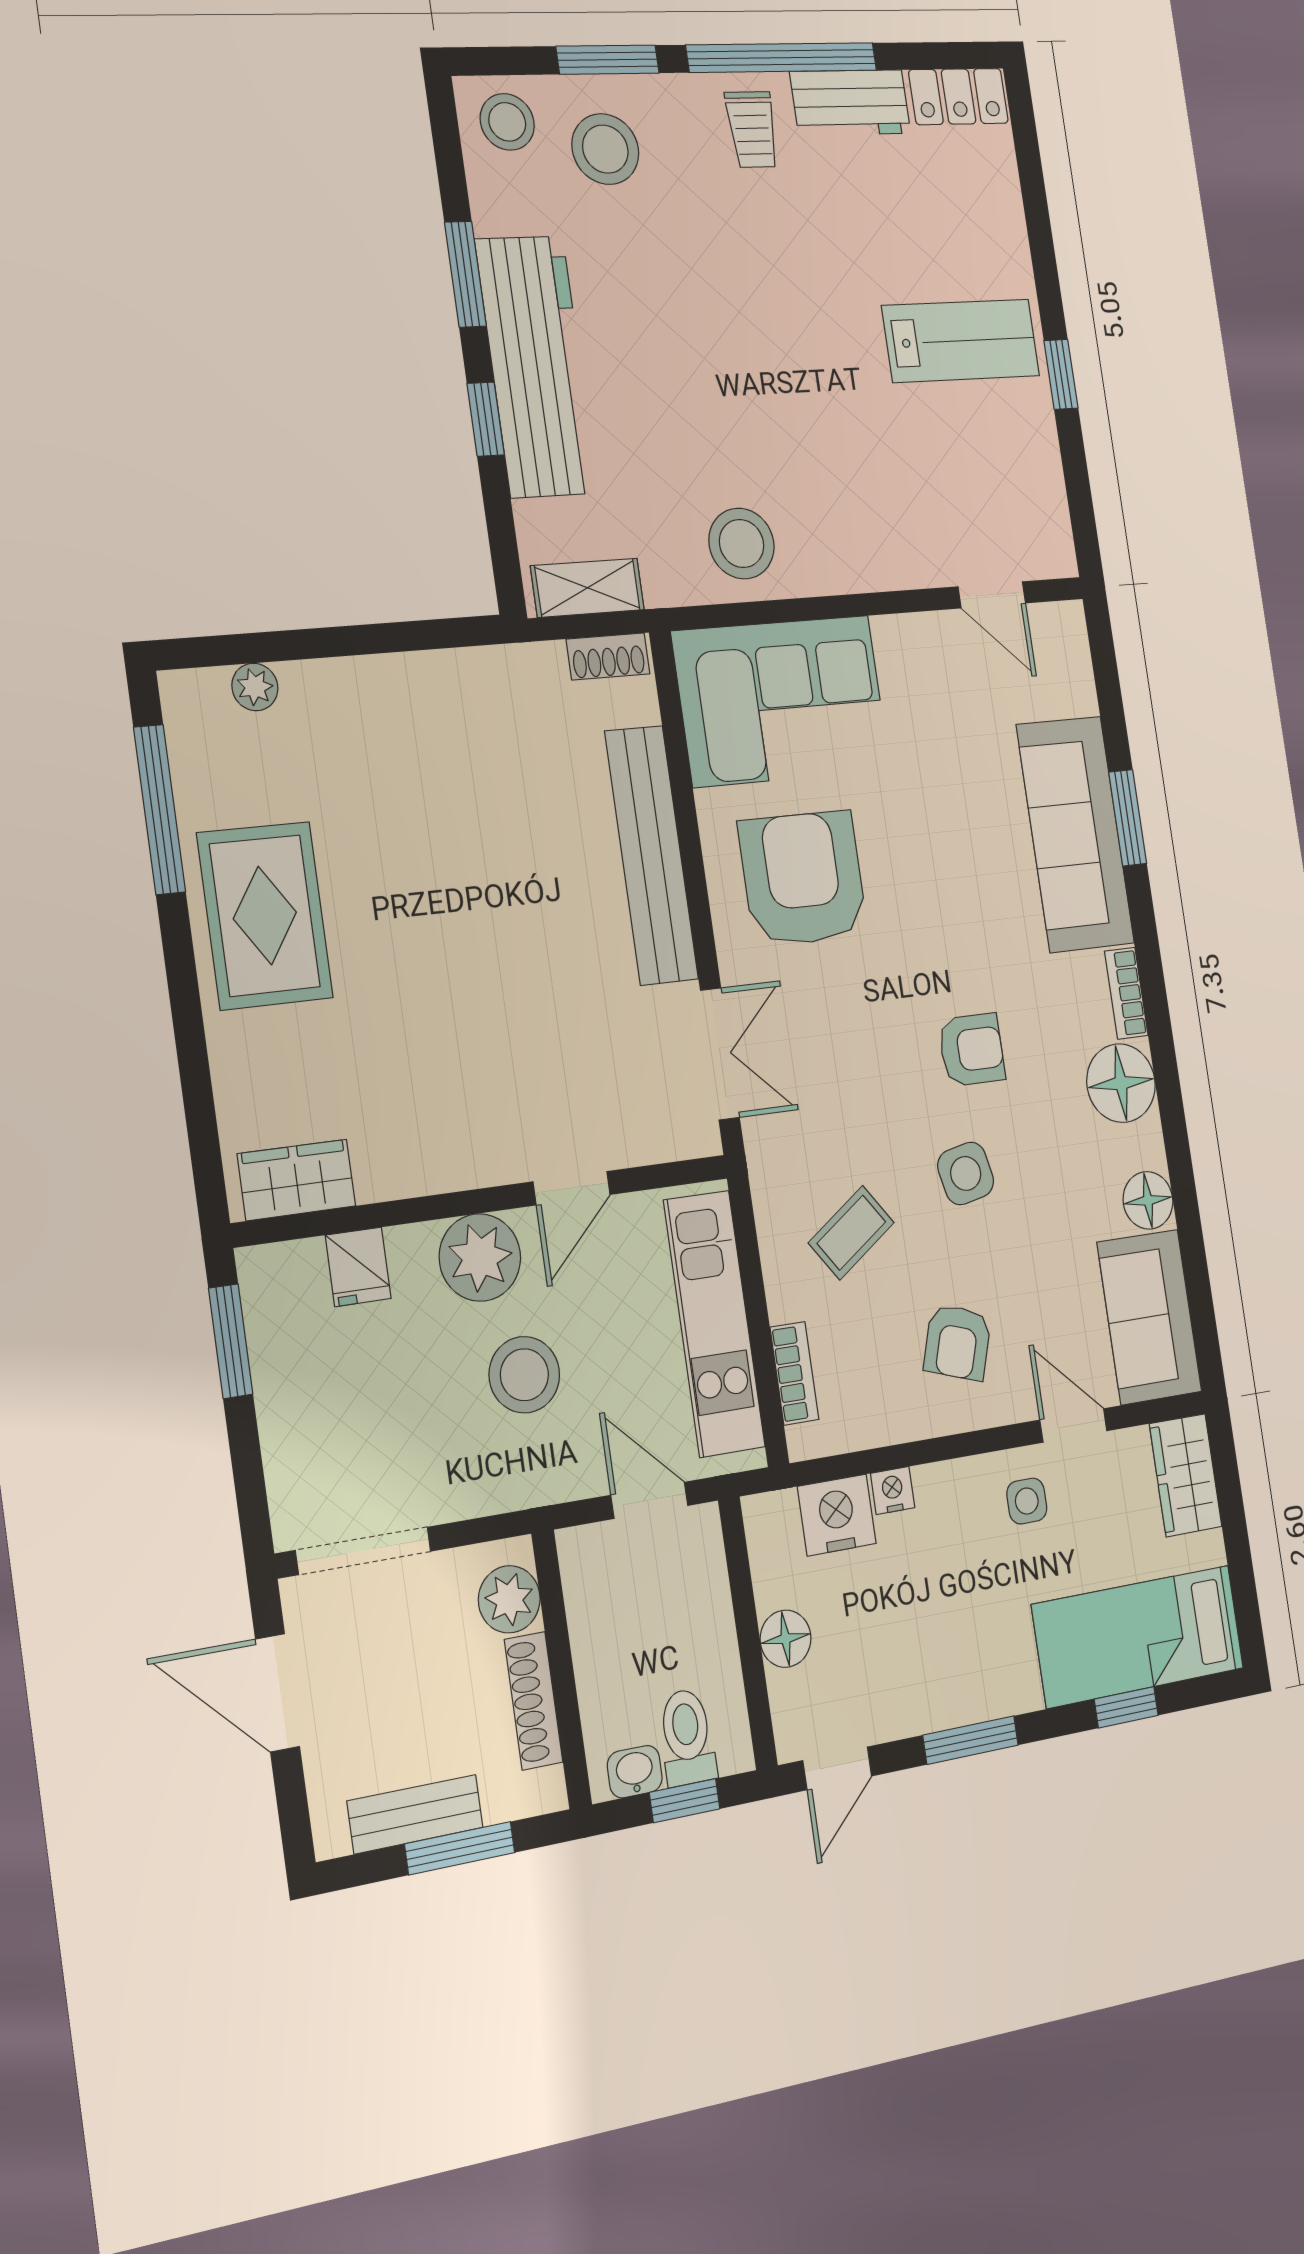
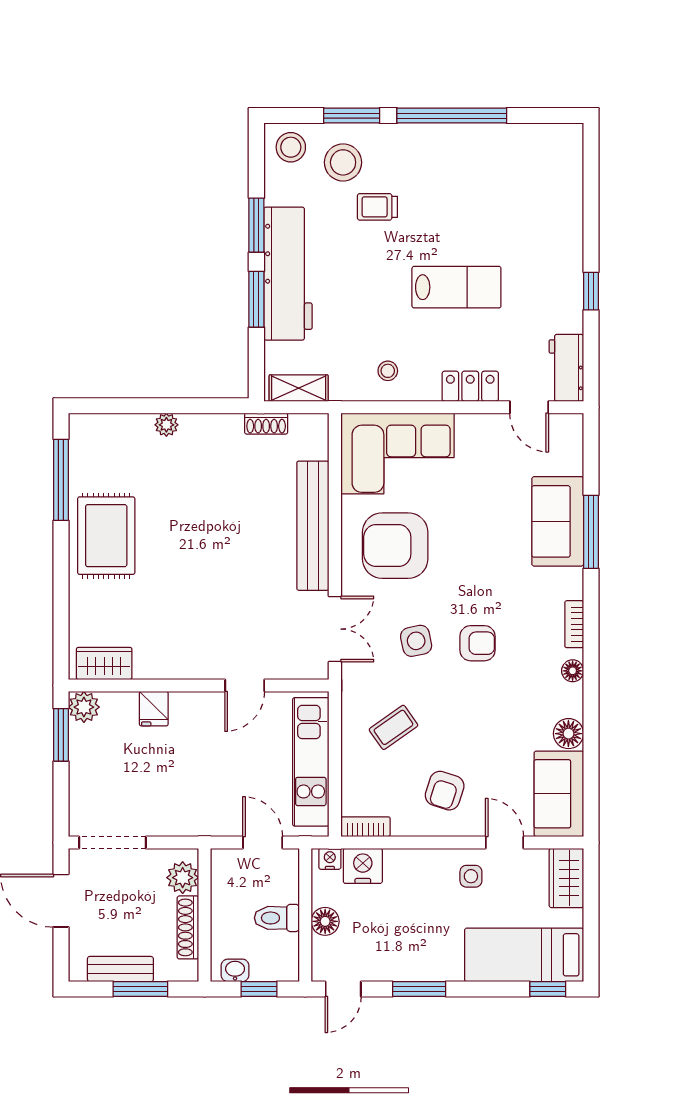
locker: (959, 97) -> (470, 386), moved, turned 180
workbench: (850, 102) -> (566, 368), moved, turned 90
trolley: (752, 130) -> (377, 207), moved, turned 90
lab bench: (961, 341) -> (456, 287), moved
window: (486, 419) -> (256, 299), width x1.50
stool: (742, 543) -> (388, 371), width x0.53, depth x0.53
shoe rack: (608, 656) -> (266, 424), moved
plant: (255, 687) -> (166, 425), moved
window: (1128, 818) -> (591, 532), width x1.44
sofa: (1075, 834) -> (558, 521), width x0.73
armchair: (803, 878) -> (395, 546), turned -90
floor lamp: (1121, 1083) -> (573, 671), width x0.53, depth x0.53
side table: (966, 1173) -> (416, 641), moved
plant: (480, 1257) -> (84, 707), moved, width x0.73, depth x0.73
fridge: (358, 1267) -> (154, 709), moved
bookcase: (794, 1373) -> (365, 827), moved, turned -90
stool: (524, 1375) -> (206, 772), removed
nightstand: (893, 1490) -> (330, 859), moved
window: (1126, 1707) -> (548, 989), moved
toilet: (687, 1737) -> (277, 918), moved, turned -90

